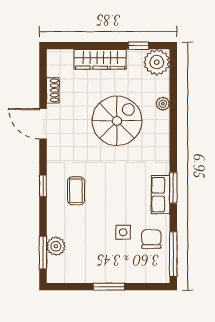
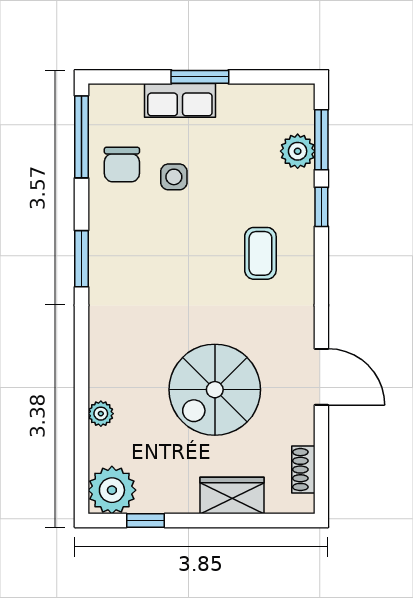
wardrobe: (100, 59) -> (232, 496), width x0.67
shoe rack: (53, 90) -> (303, 470), moved
spiral stairs: (117, 121) -> (215, 390), moved
window: (43, 186) -> (321, 207), moved
row of seats: (161, 195) -> (180, 100), moved, turned 90

